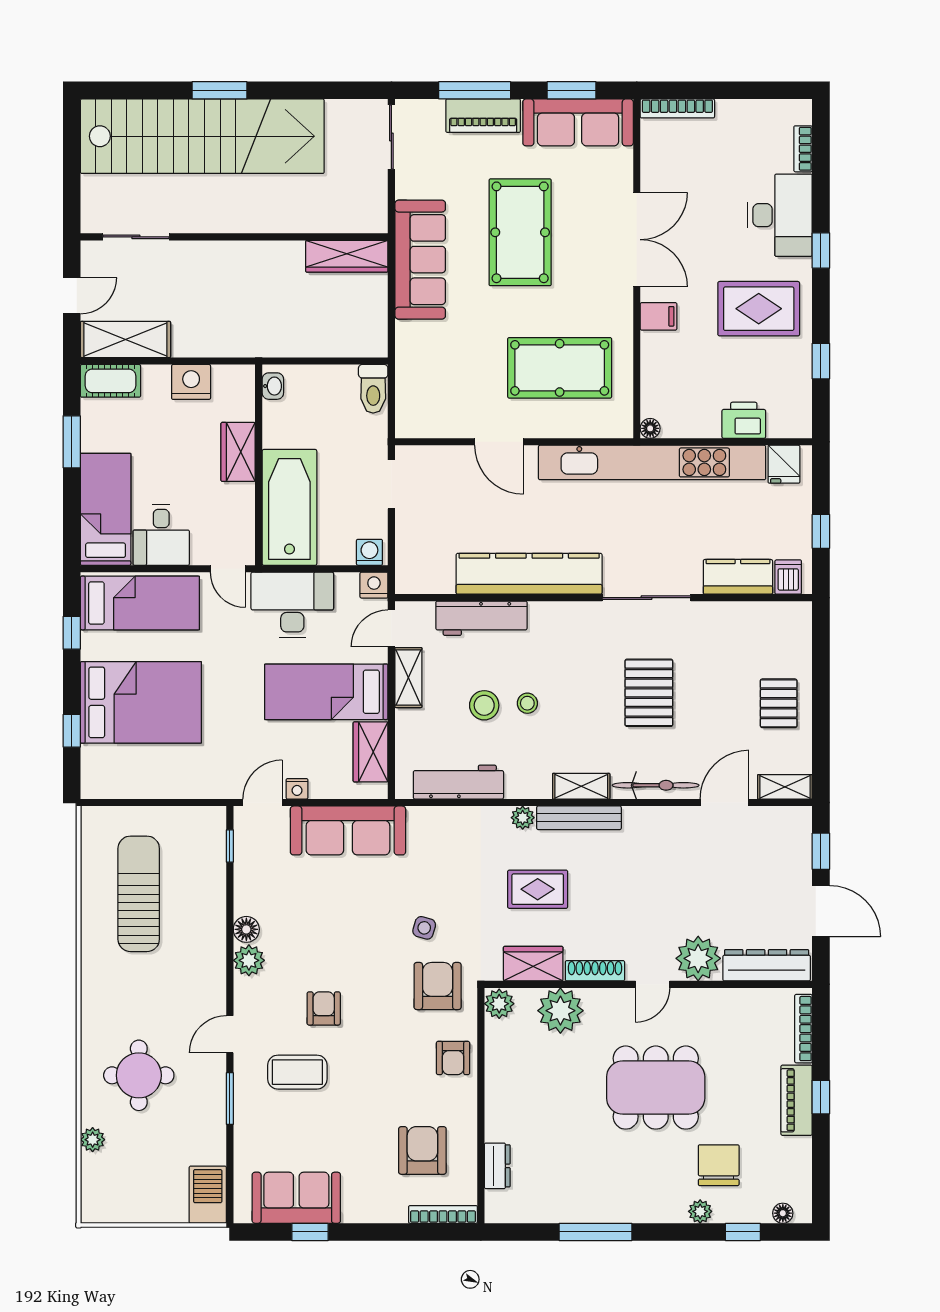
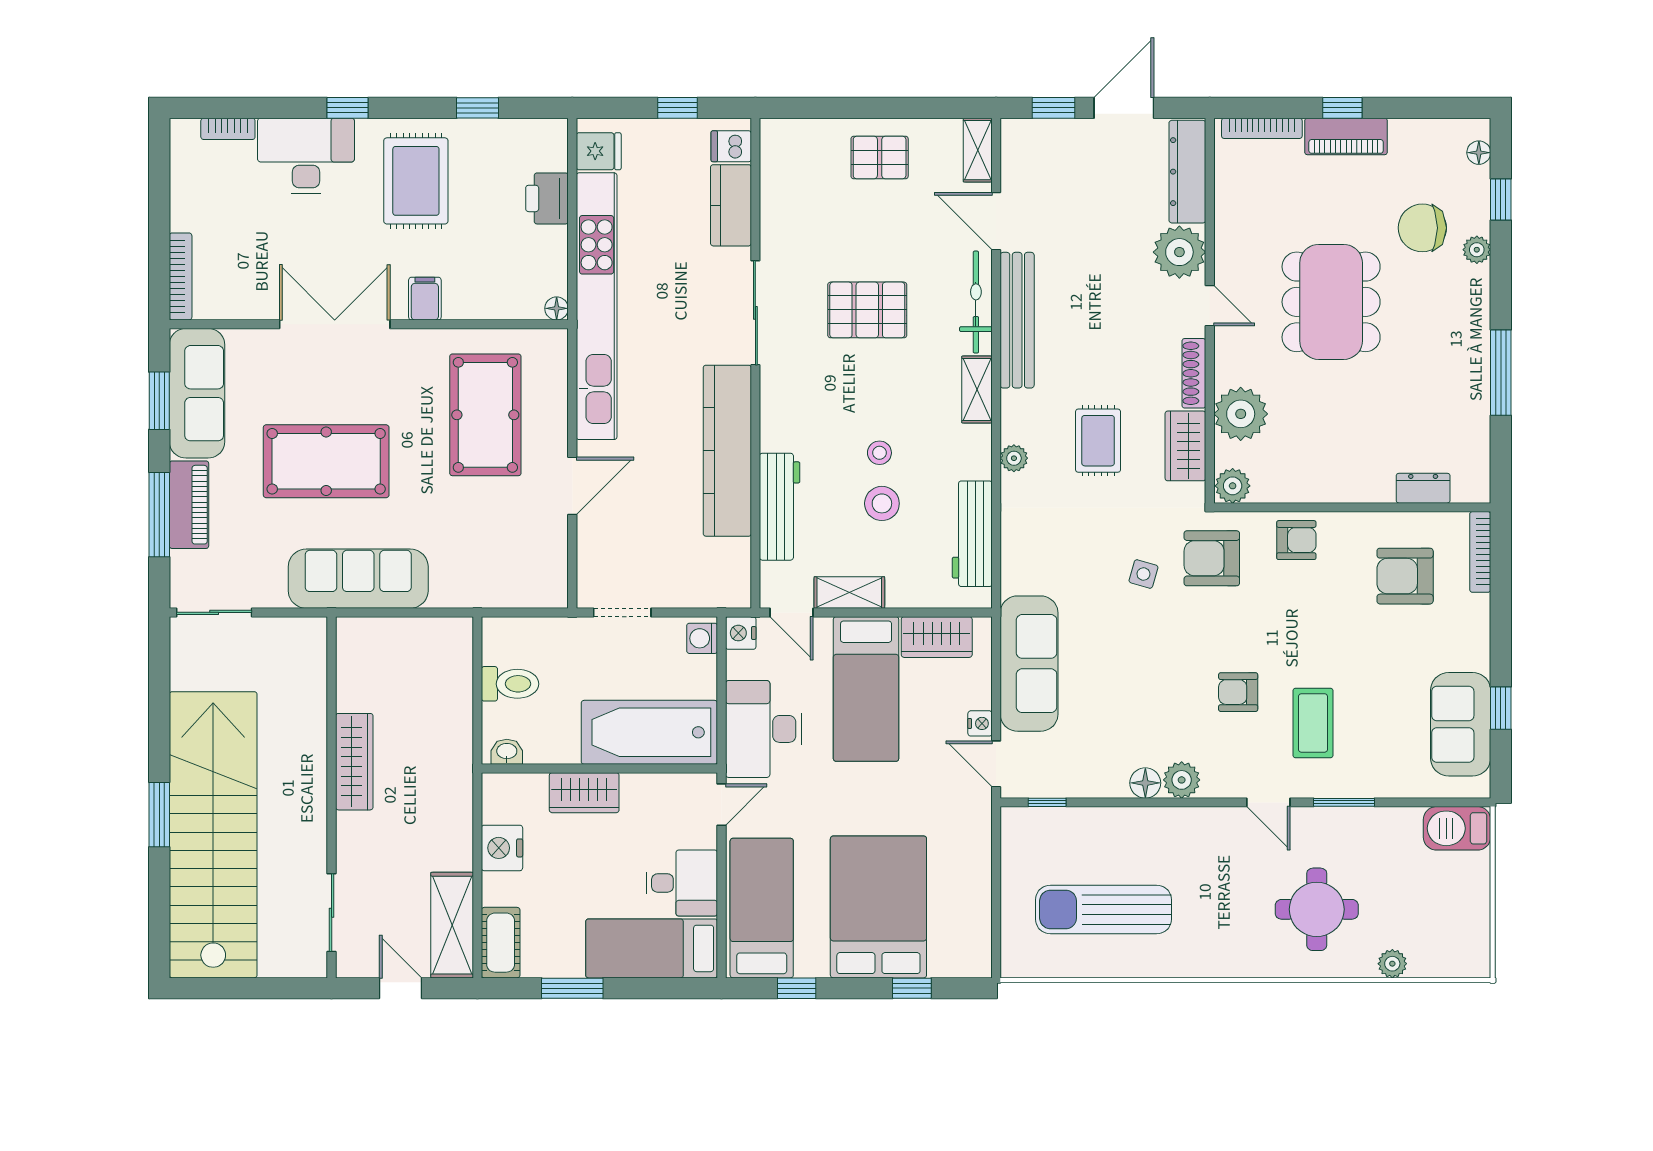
wardrobe: (347, 256) -> (354, 762), moved
toilet: (373, 389) -> (510, 684), moved
bench: (579, 818) -> (1017, 320), moved, width x1.37, depth x1.21

